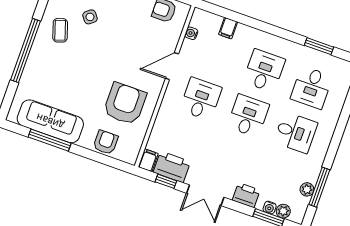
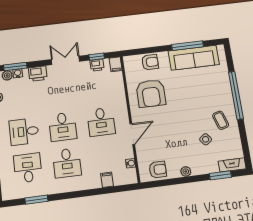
armchair: (106, 142) -> (150, 62), turned -90
printer: (172, 167) -> (97, 65), width x0.53, depth x0.68

